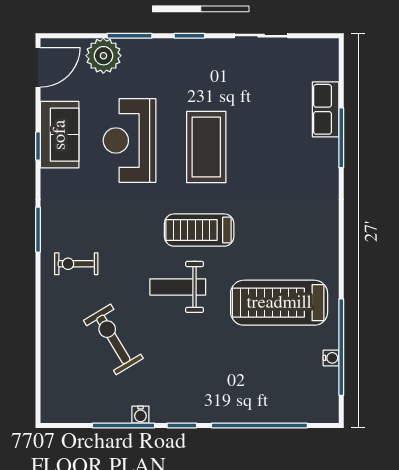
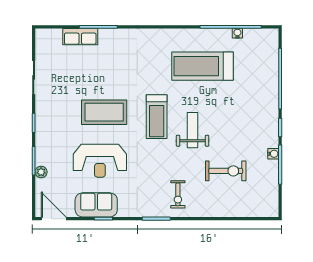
plant: (103, 56) -> (41, 172), width x0.53, depth x0.53
weight bench: (178, 287) -> (193, 130), turned 180
treadmill: (279, 303) -> (202, 66), turned 90
exercise bike: (113, 339) -> (226, 171), turned -149

